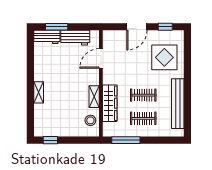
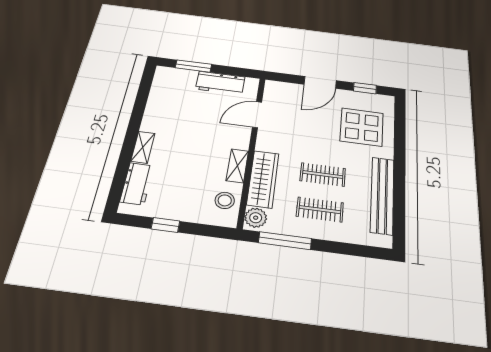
workbench: (47, 37) -> (137, 184), moved, turned -90
plant: (109, 129) -> (256, 218), added
window: (50, 140) -> (165, 225), moved

